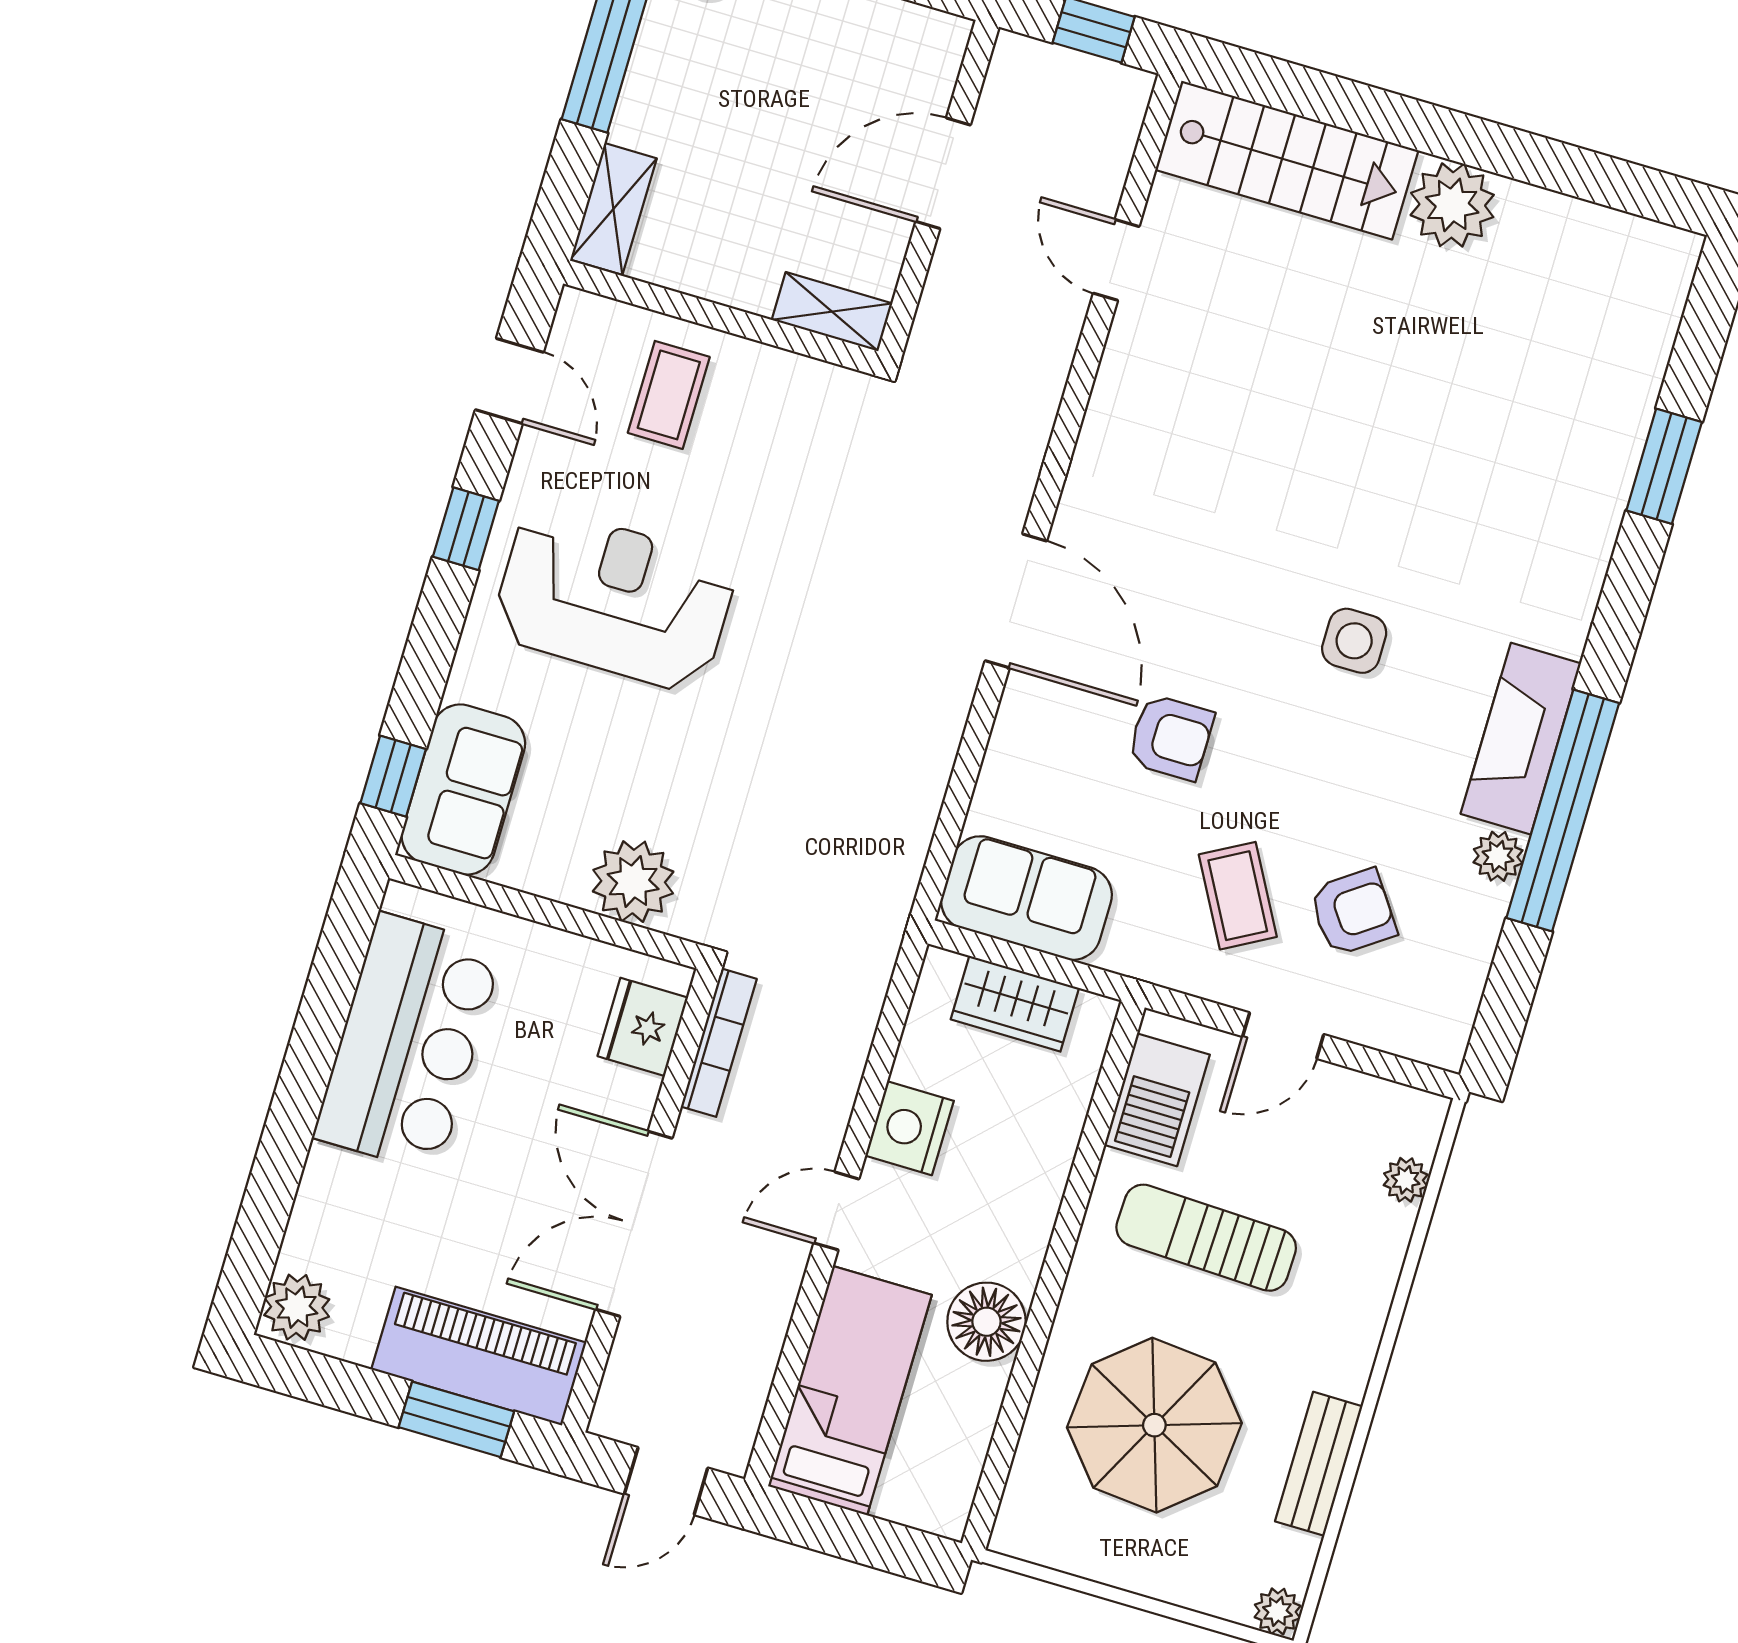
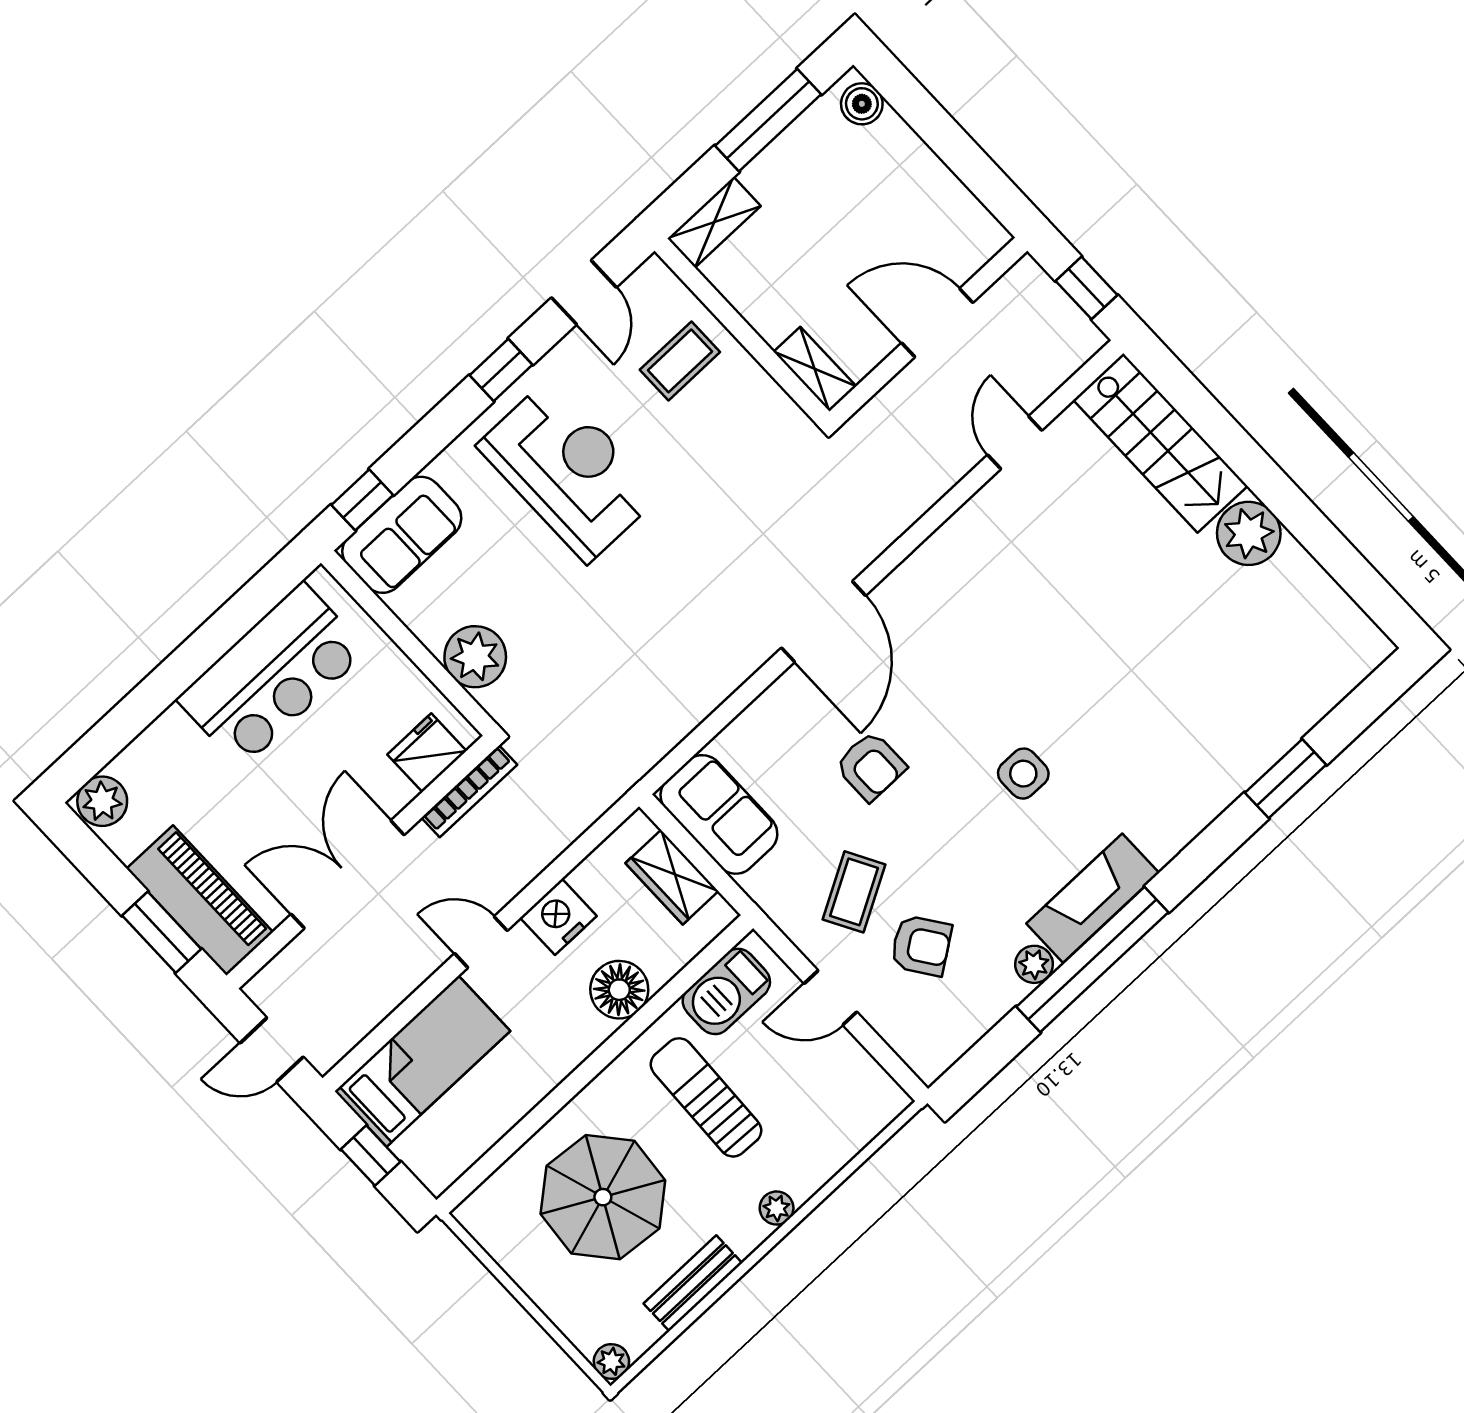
plant: (1406, 1180) -> (777, 1208), moved
floor lamp: (986, 1322) -> (619, 990), moved
window: (854, 1536) -> (371, 1156), added

